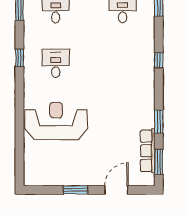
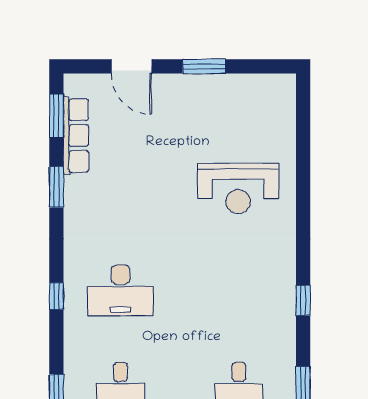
desk: (56, 63) -> (121, 290), moved, width x1.37
reception desk: (56, 121) -> (238, 188), width x0.74, depth x0.77
door: (116, 190) -> (131, 66), hinge flipped

